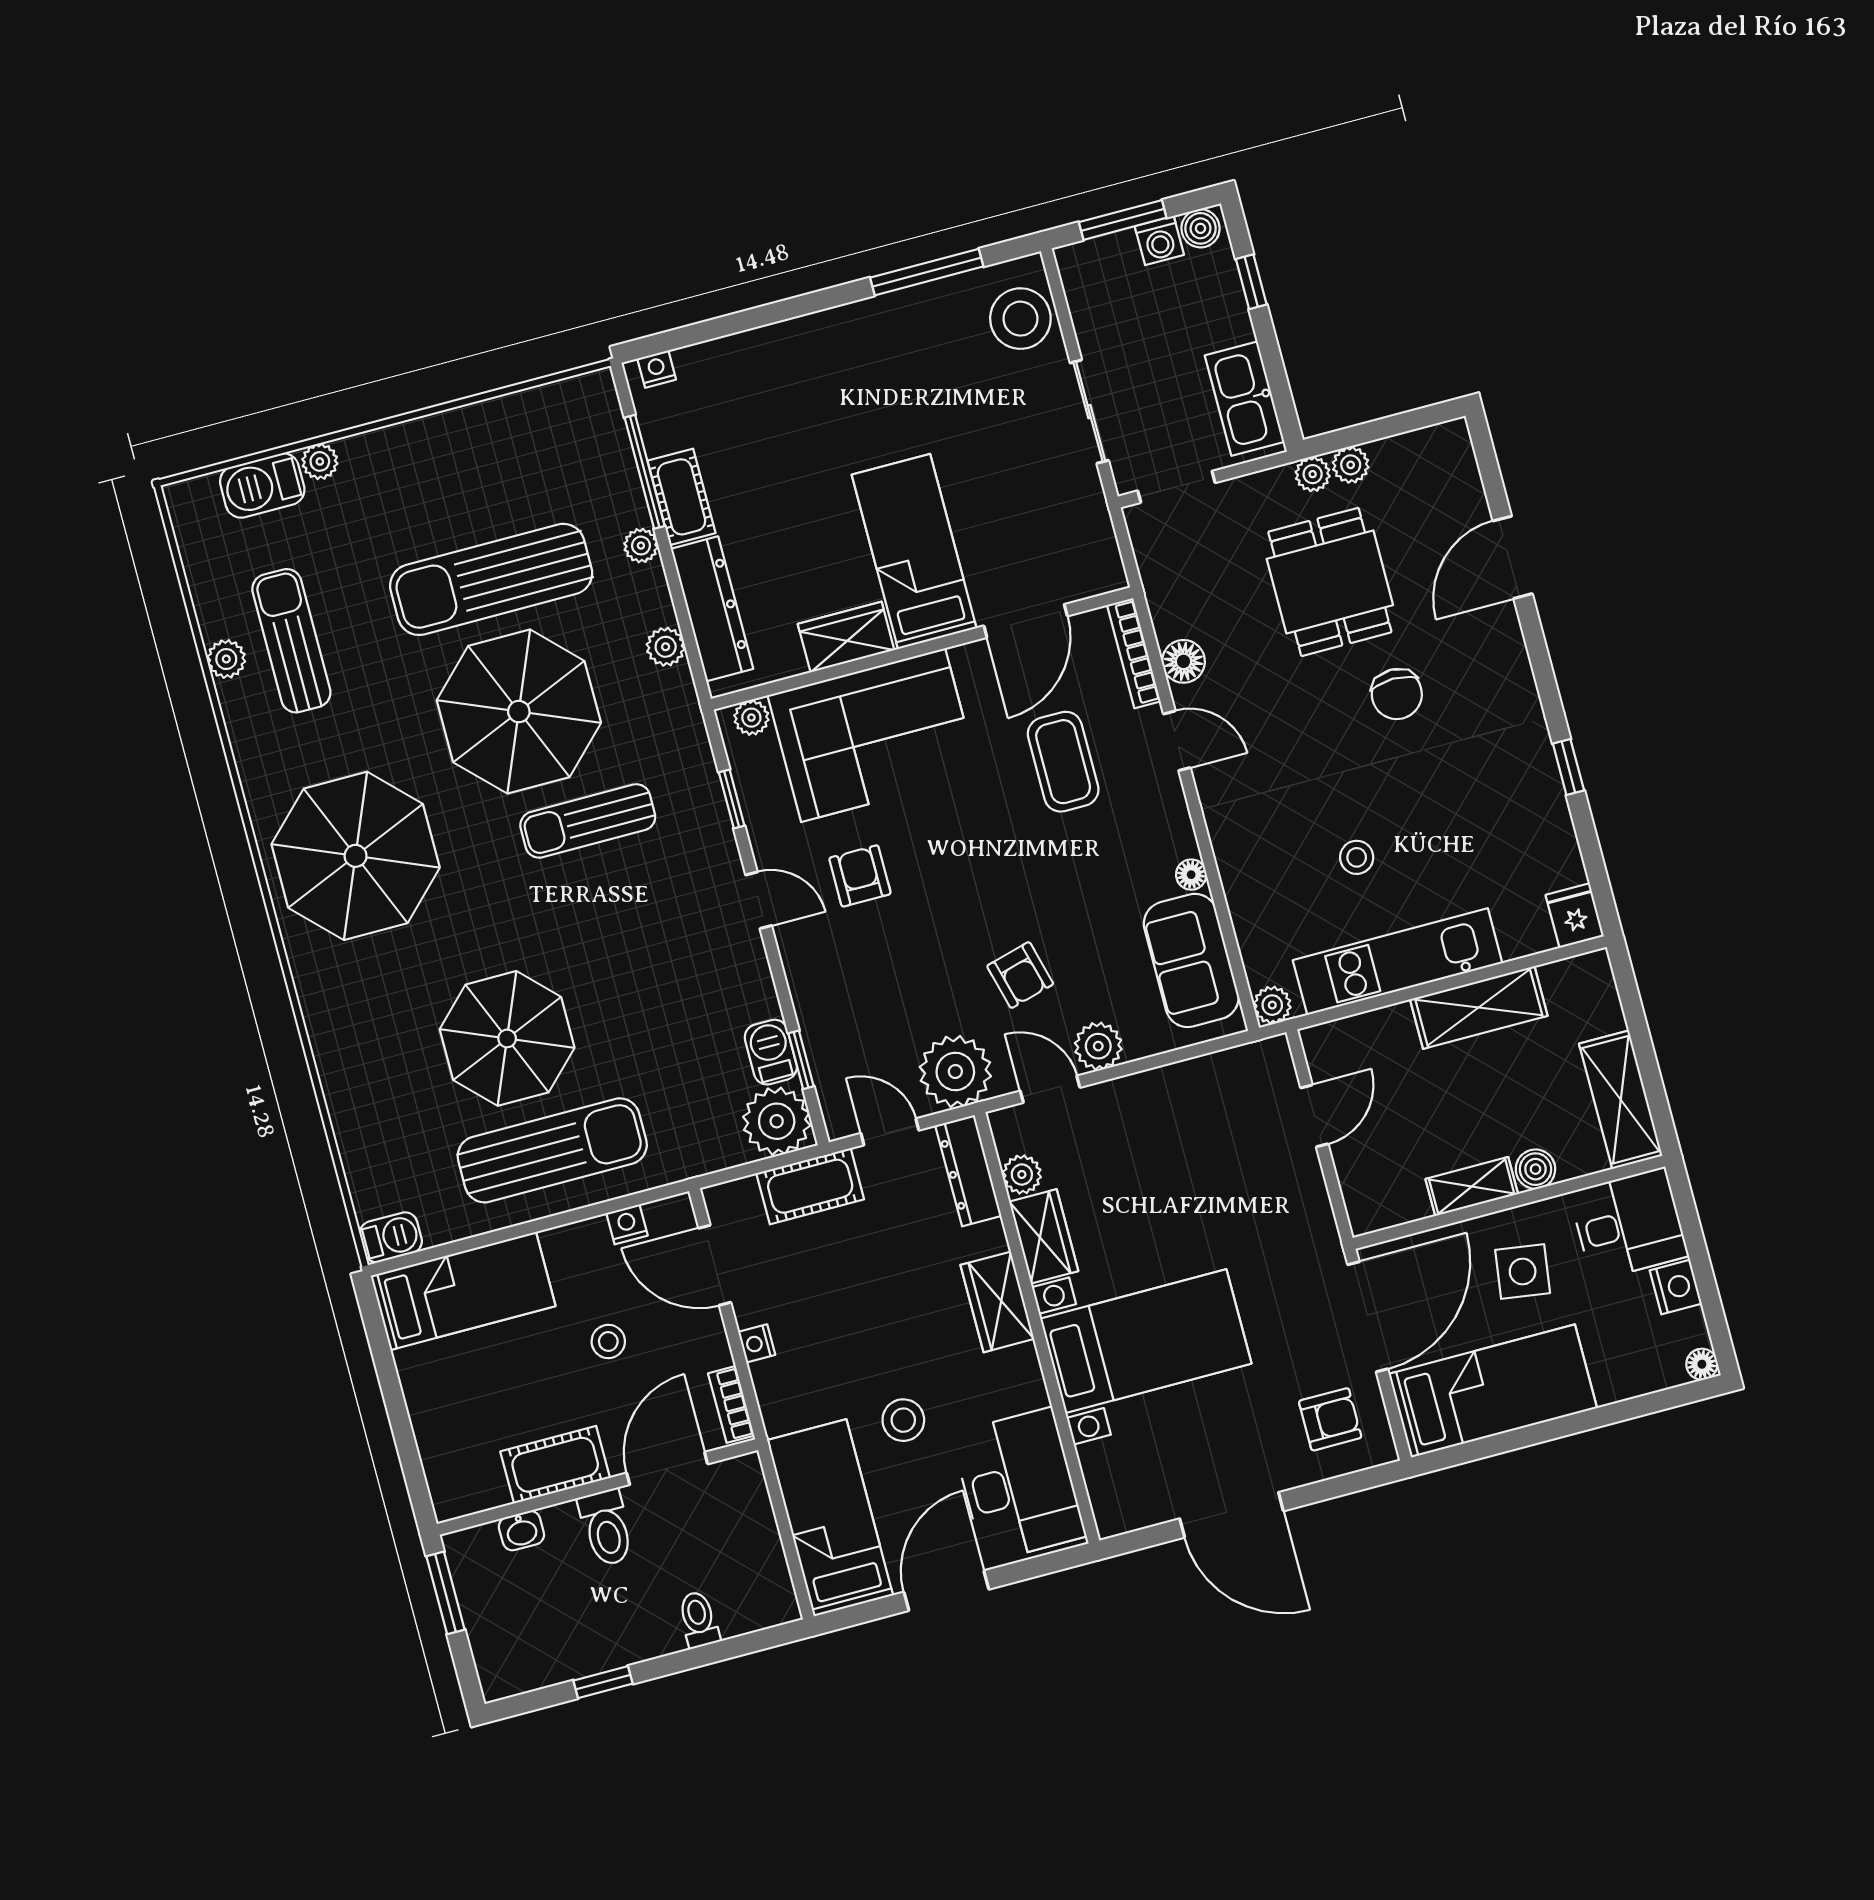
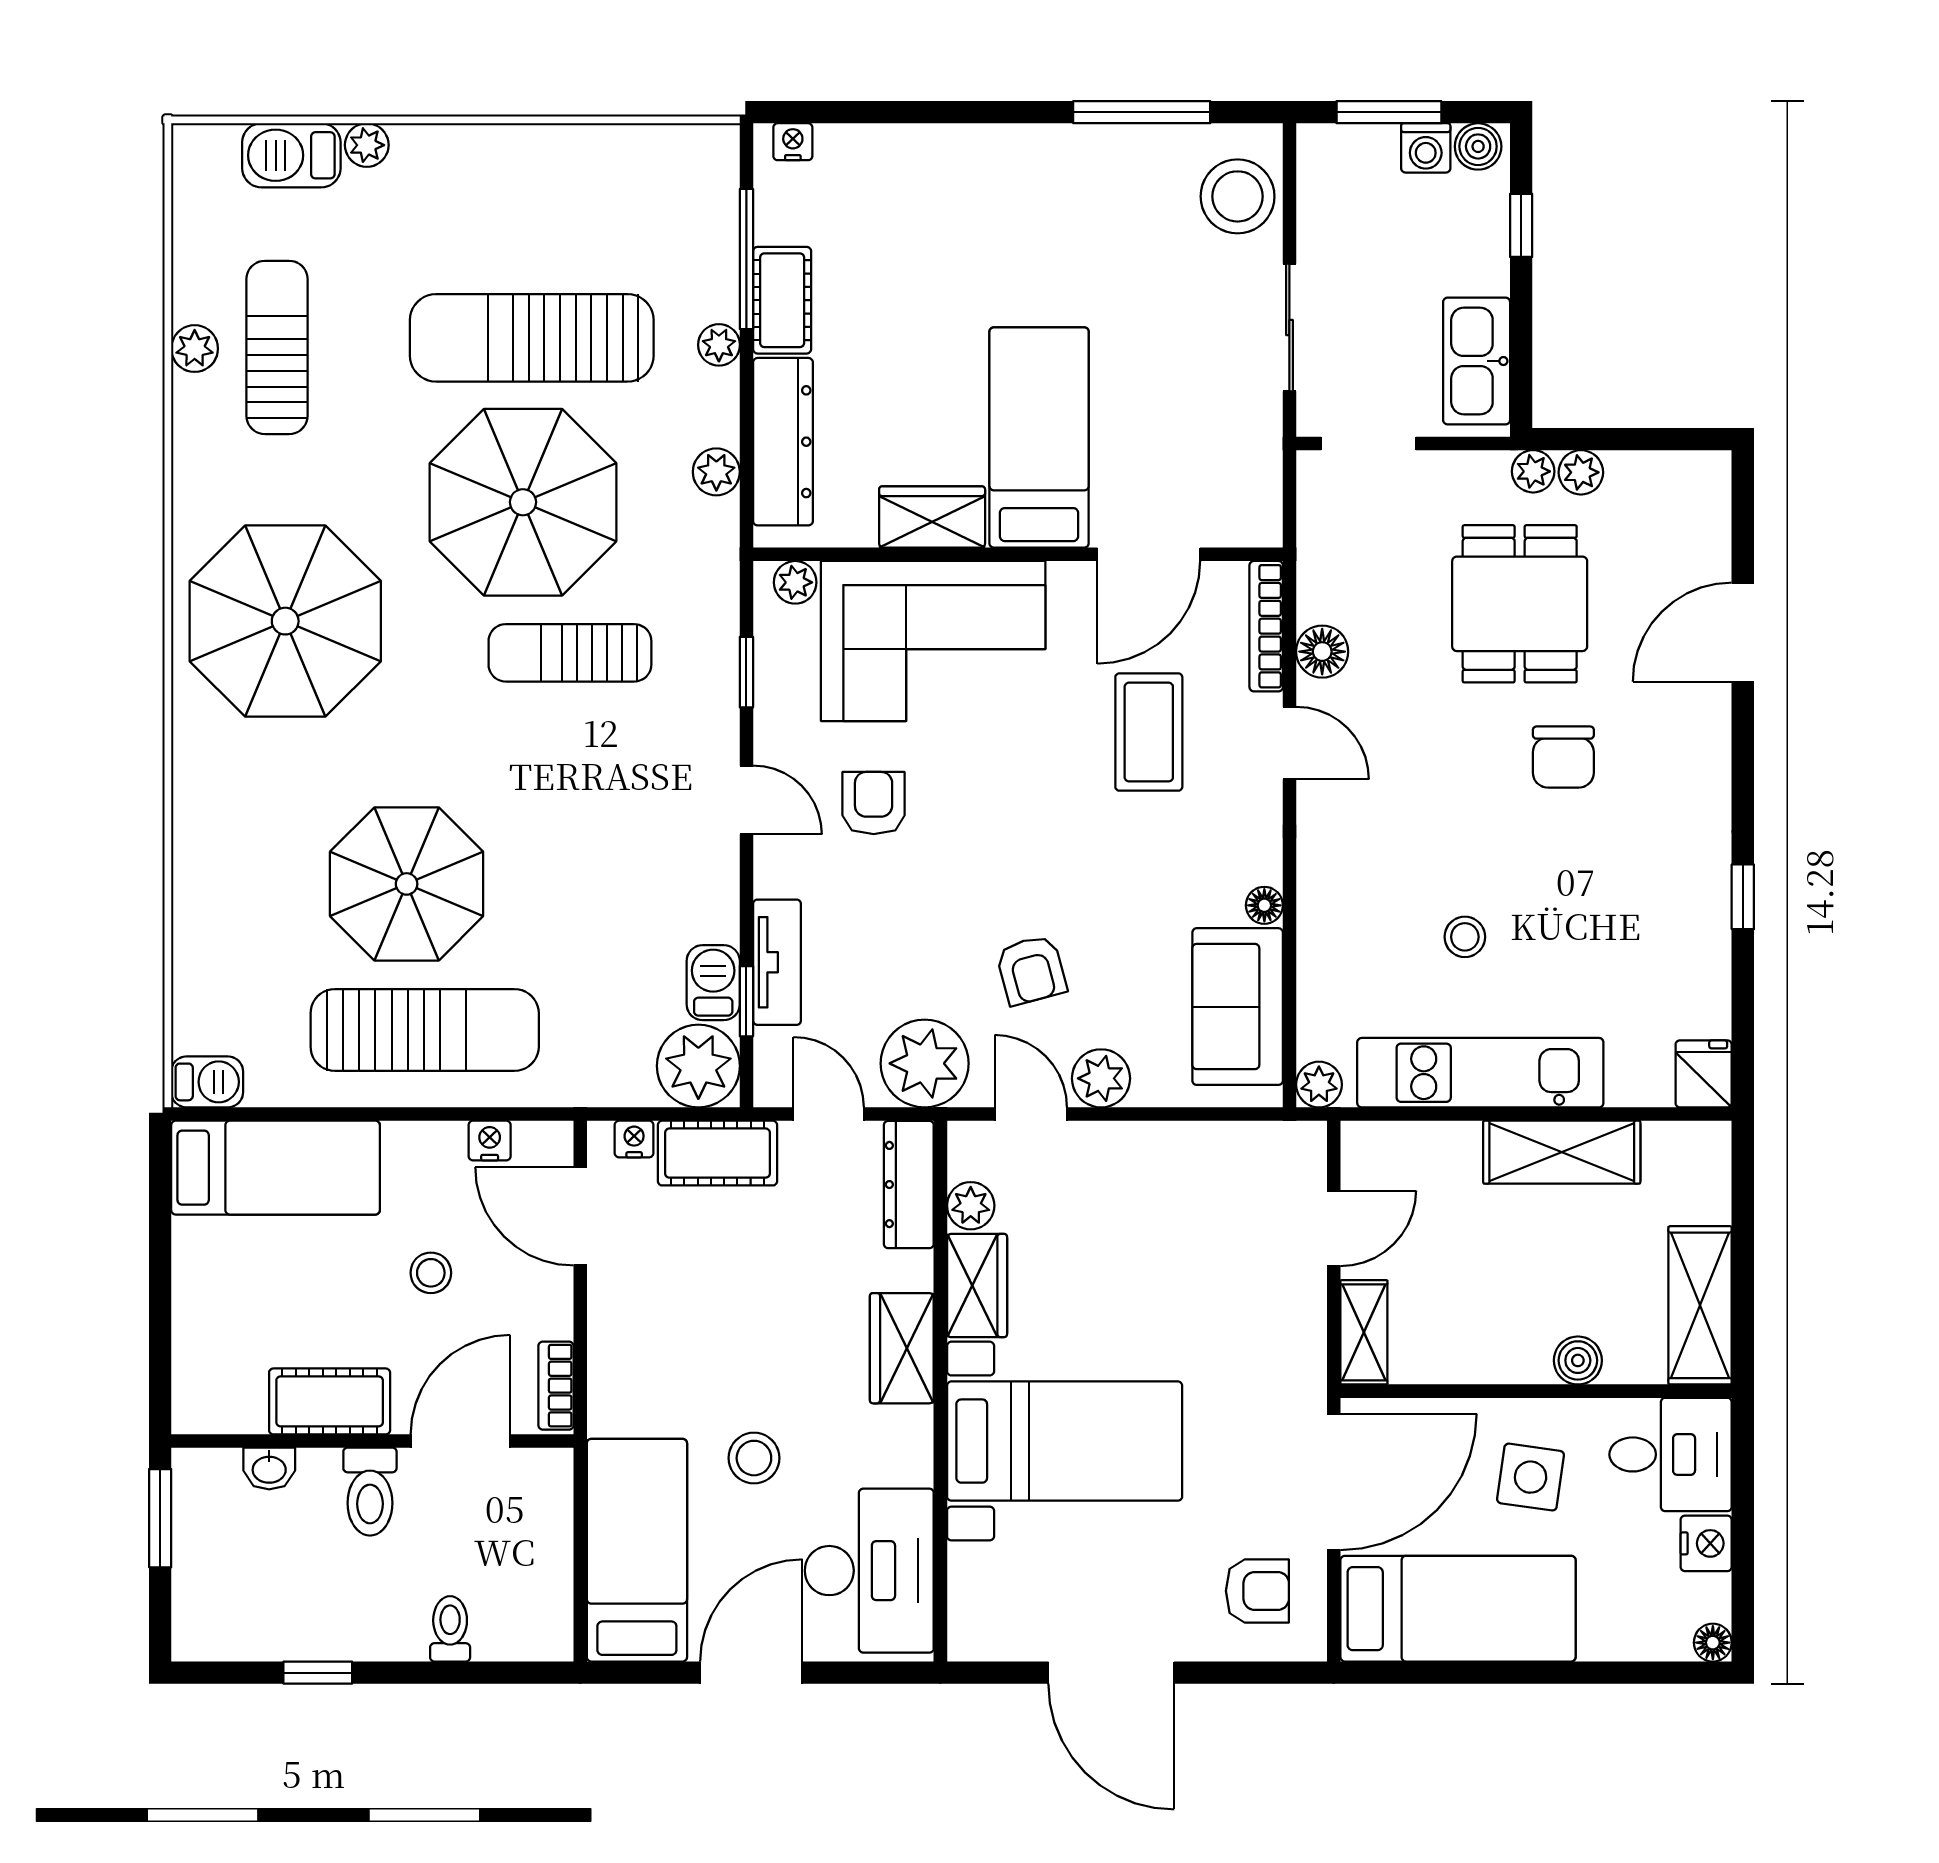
tv unit: (817, 1022) -> (777, 962), added
shelving: (1472, 1187) -> (1364, 1332), moved, turned 90
nightstand: (757, 1343) -> (634, 1139), moved, turned 90

